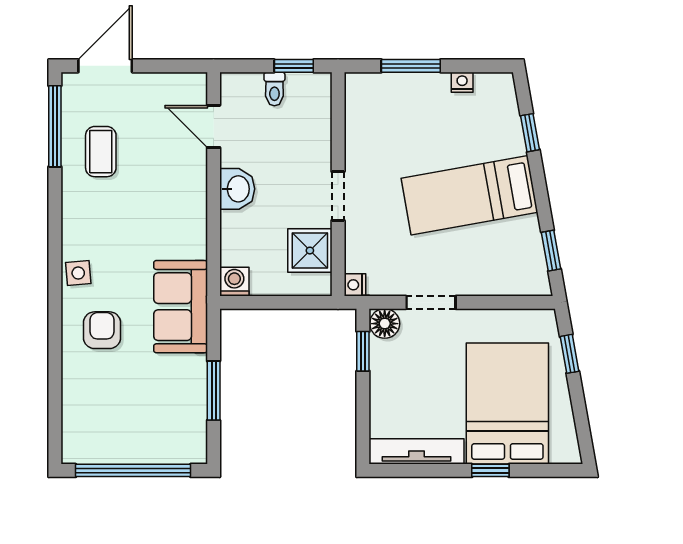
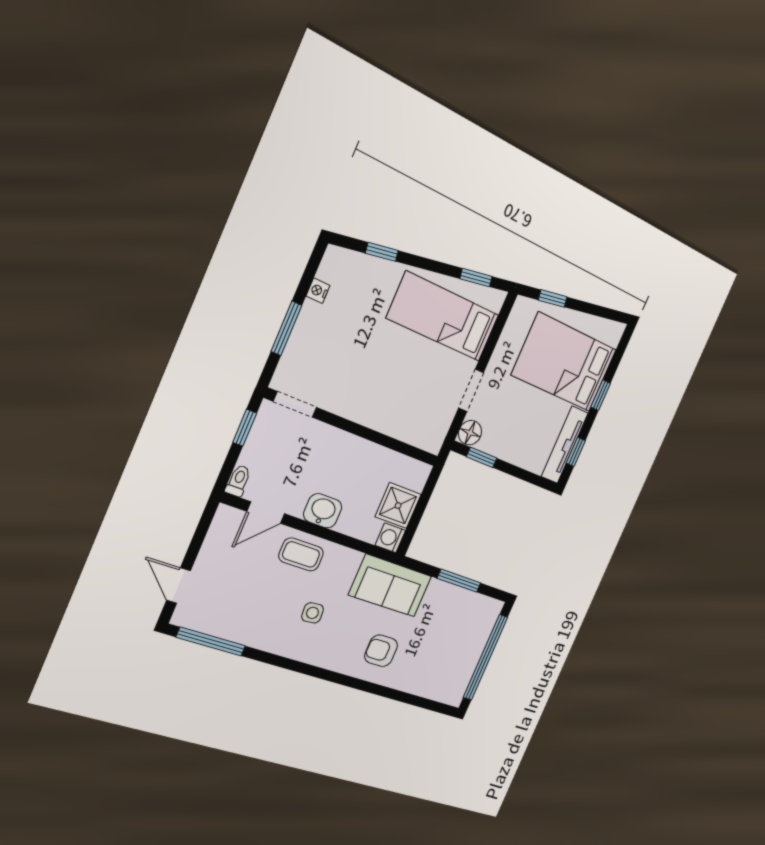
door: (105, 66) -> (178, 585), width x0.73
toilet: (274, 89) -> (238, 481), moved, turned -90
coffee table: (101, 152) -> (301, 554), moved
bed: (470, 195) -> (443, 317), moved, turned 100
doorway: (338, 196) -> (295, 404), moved
shower: (310, 251) -> (398, 506), moved
side table: (78, 273) -> (313, 613), moved
nightstand: (355, 285) -> (433, 445), removed
window: (414, 470) -> (576, 452), added

